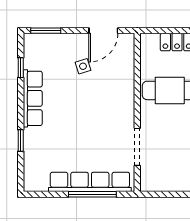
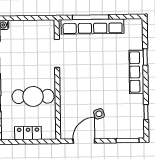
row of seats: (33, 98) -> (136, 72), moved

